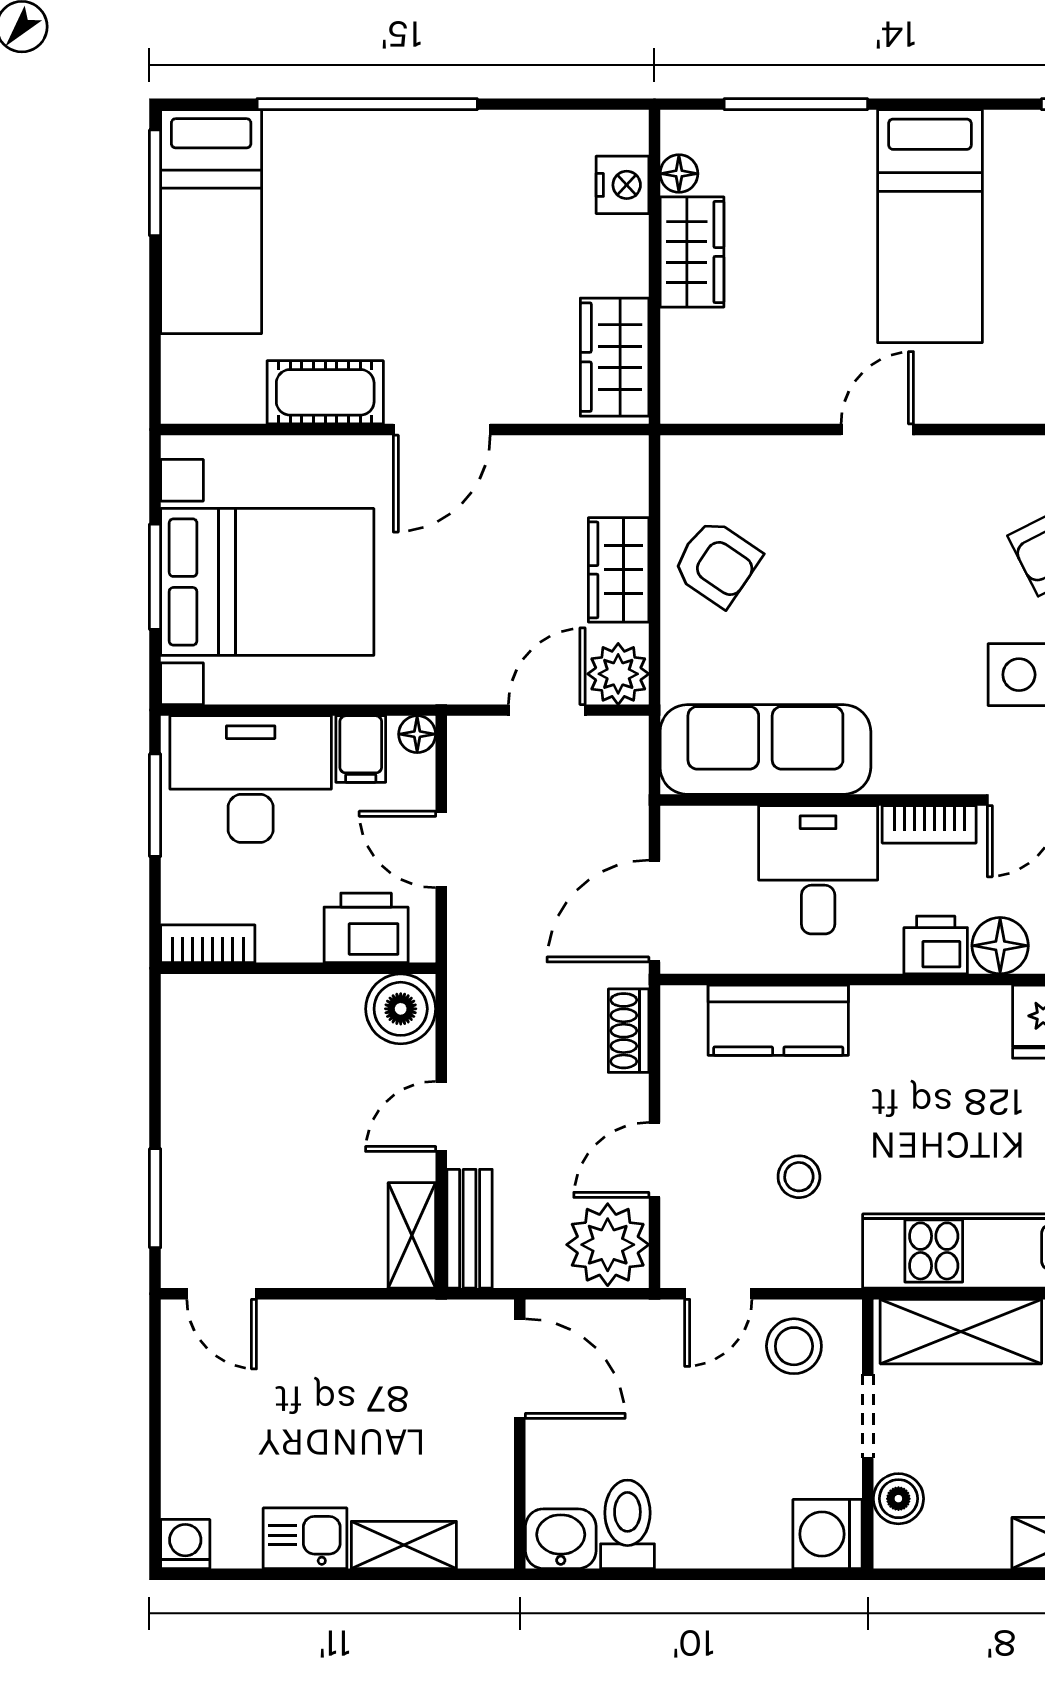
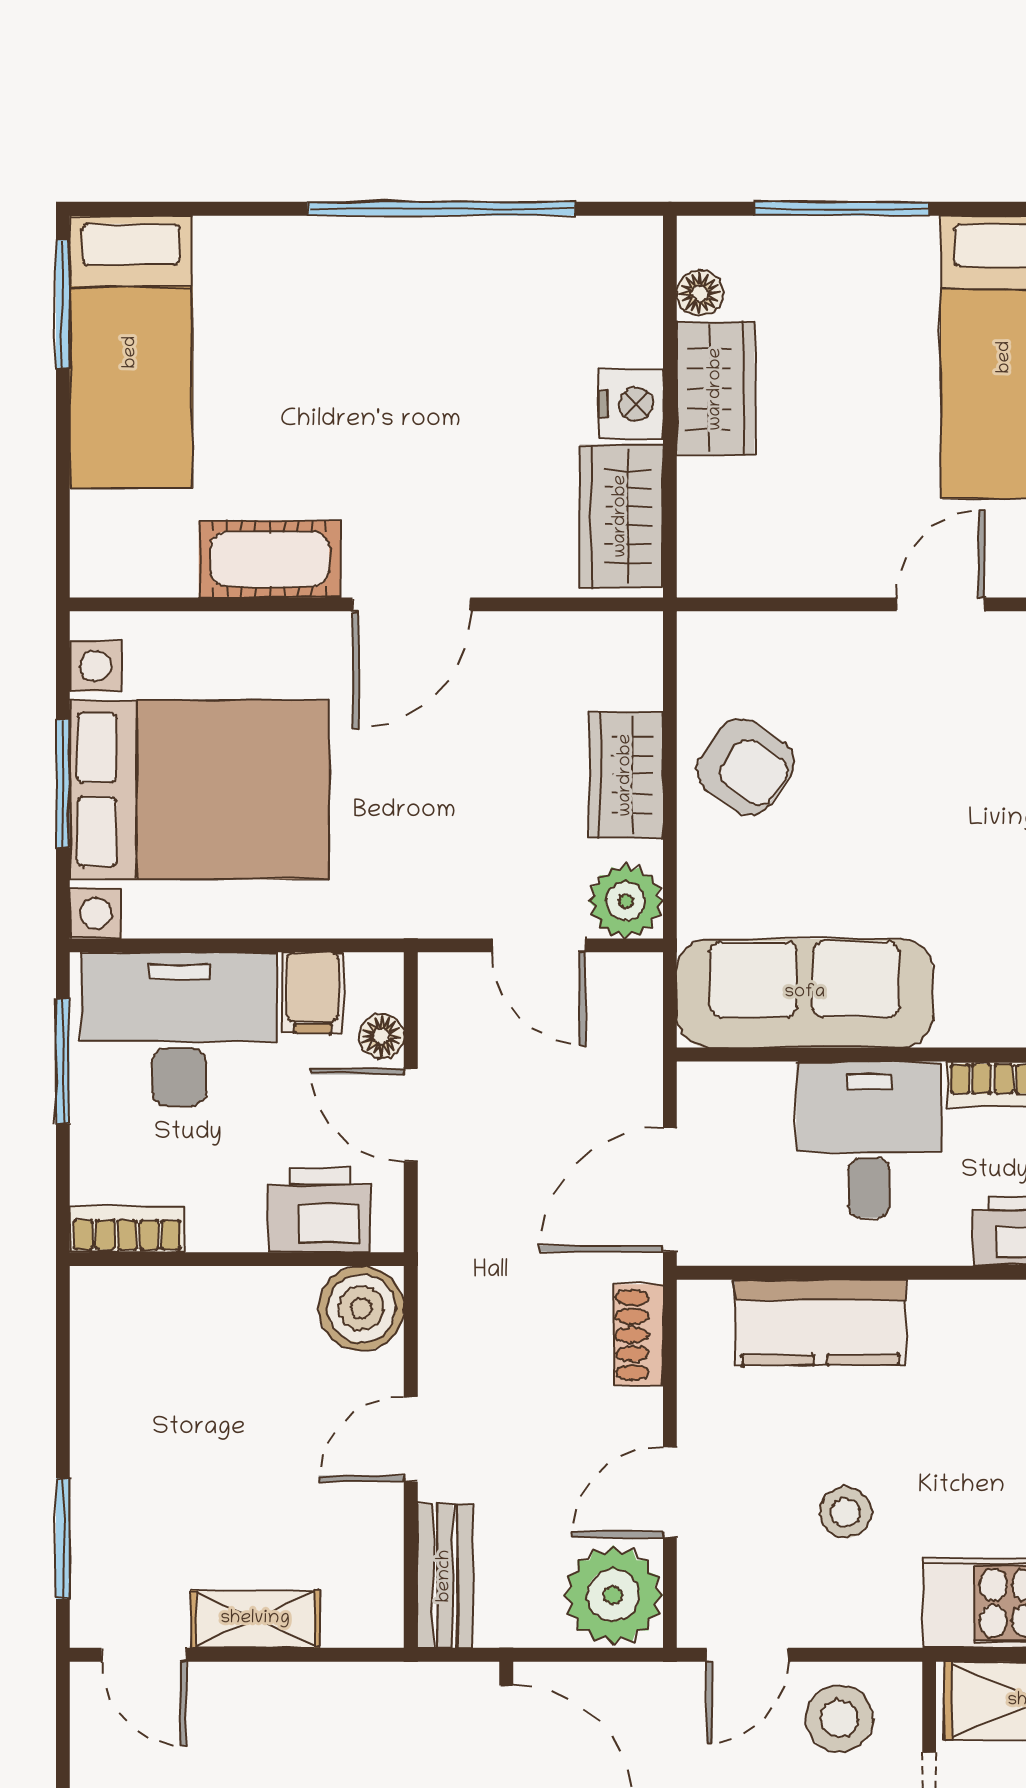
window: (367, 104) -> (442, 209), moved
nightstand: (622, 185) -> (631, 404), moved
door: (547, 710) -> (539, 945), swing flipped
floor lamp: (417, 734) -> (381, 1036), moved
shelving: (412, 1235) -> (255, 1619), moved, turned 90

